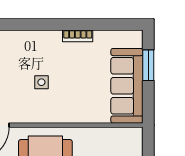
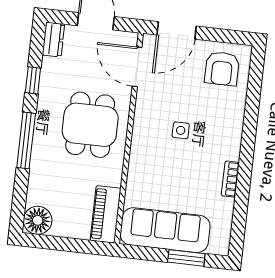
piano: (119, 137) -> (106, 214), added

